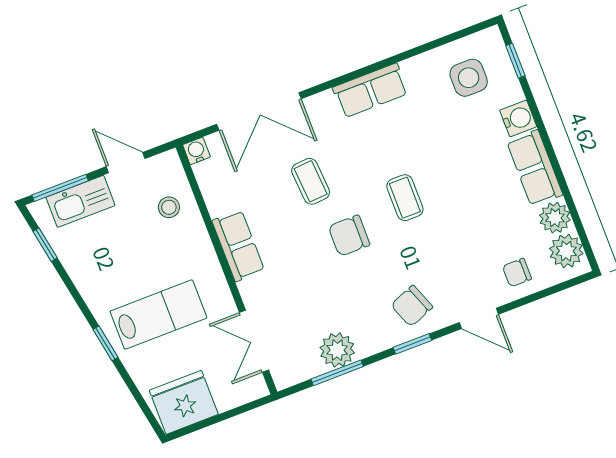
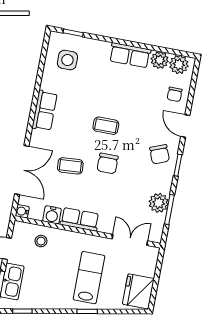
water cooler: (518, 118) -> (52, 215), moved, turned 180
door: (479, 318) -> (185, 126), swing flipped
double door: (254, 341) -> (130, 240), swing flipped

